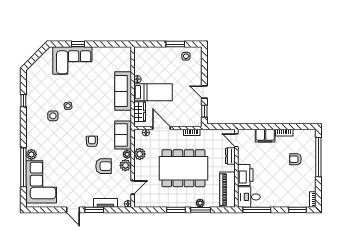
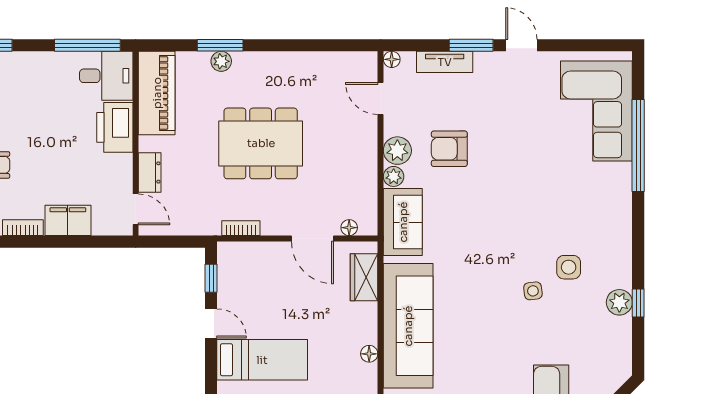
sofa: (123, 91) -> (408, 326), width x1.36, depth x1.27
bed: (153, 92) -> (262, 360), moved, turned 180
armchair: (92, 142) -> (476, 207), removed
plant: (31, 154) -> (619, 302), moved
plant: (140, 154) -> (364, 177), removed
dining table: (183, 168) -> (261, 143), width x0.73, depth x0.80
door: (133, 187) -> (381, 98), hinge flipped
window: (176, 210) -> (278, 45), removed

